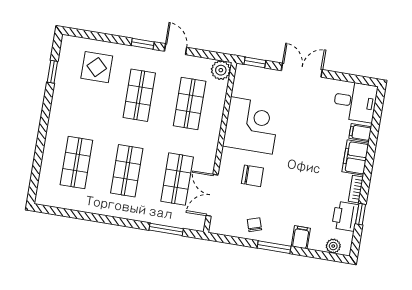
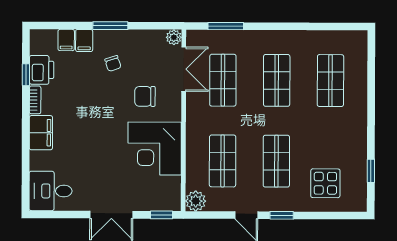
filing cabinet: (360, 133) -> (66, 40), moved, turned 90
chair: (254, 225) -> (113, 63), moved
plant: (333, 246) -> (174, 37), moved

